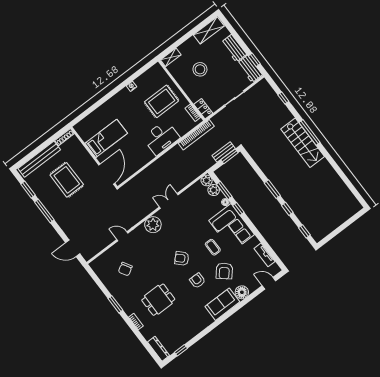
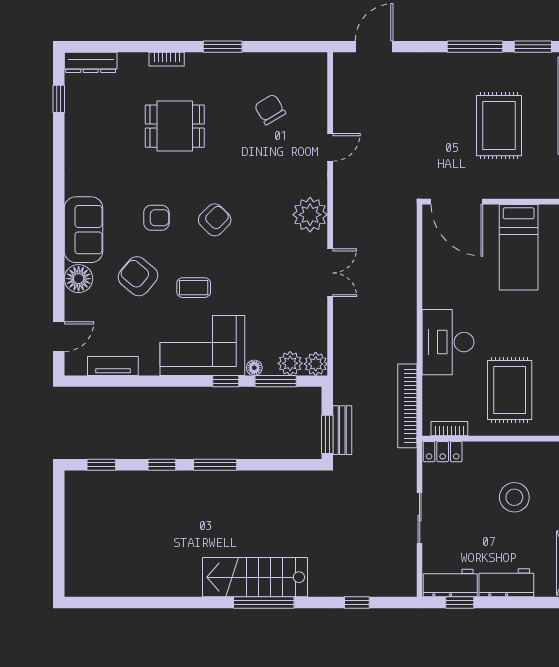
rug: (67, 180) -> (499, 126), turned 90
dining table: (158, 300) -> (175, 126), turned 90

